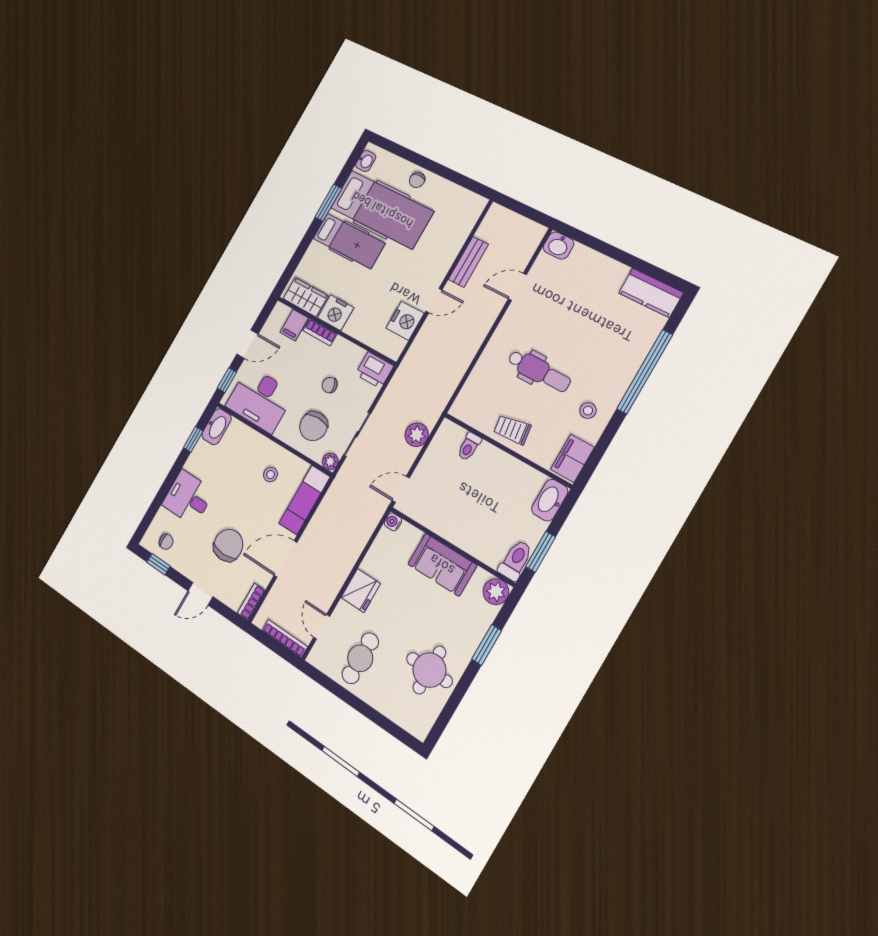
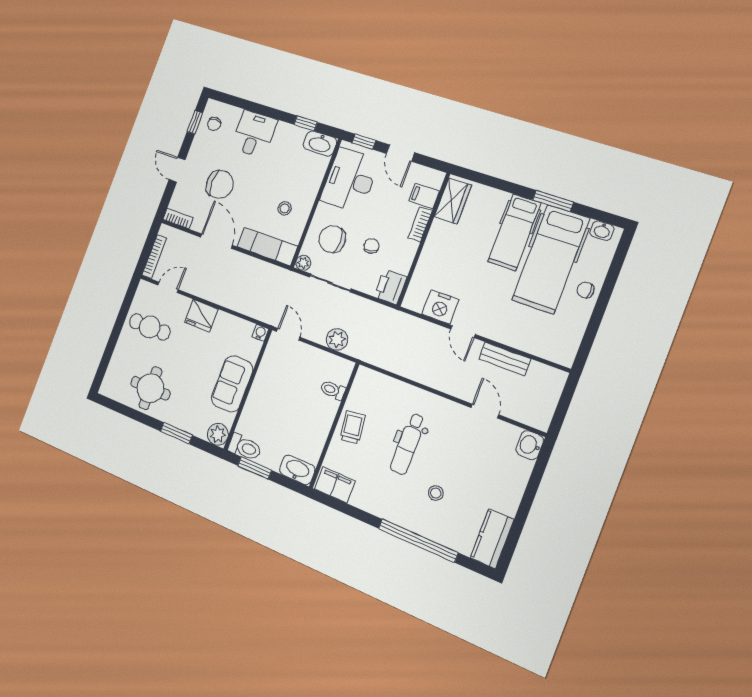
nightstand: (336, 313) -> (441, 236), removed
stool: (588, 411) -> (436, 493), moved

